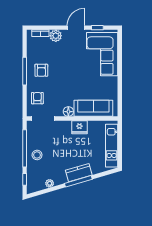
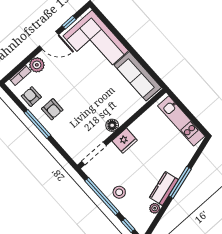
door: (76, 28) -> (49, 40), swing flipped
armchair: (37, 98) -> (31, 97), moved
sofa: (93, 108) -> (138, 76), moved, turned -90
fridge: (79, 127) -> (125, 141), moved
kitchen counter: (79, 173) -> (164, 189), moved

